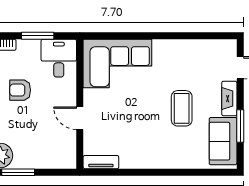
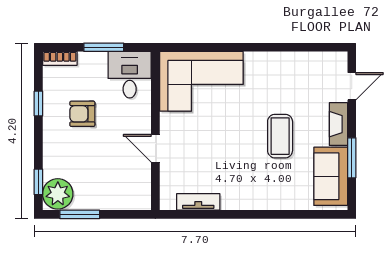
tv unit: (101, 162) -> (198, 202), moved

